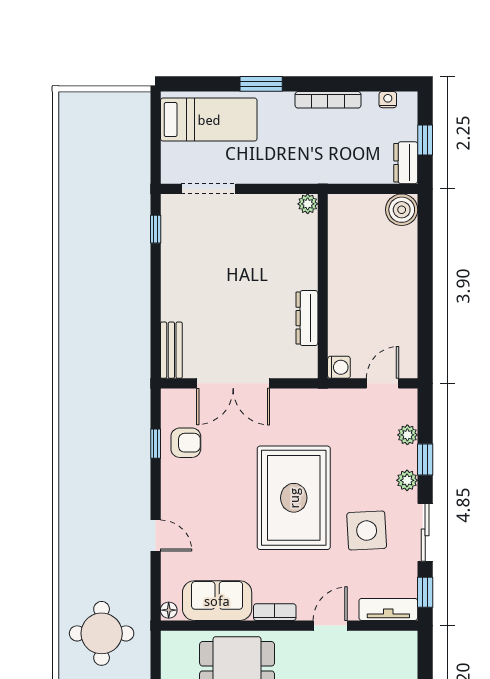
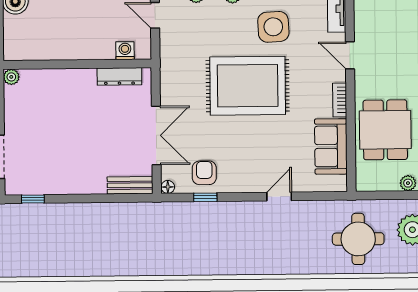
dresser: (307, 318) -> (119, 76), moved
washing machine: (339, 367) -> (125, 51), moved
floor lamp: (169, 610) -> (168, 187), moved

